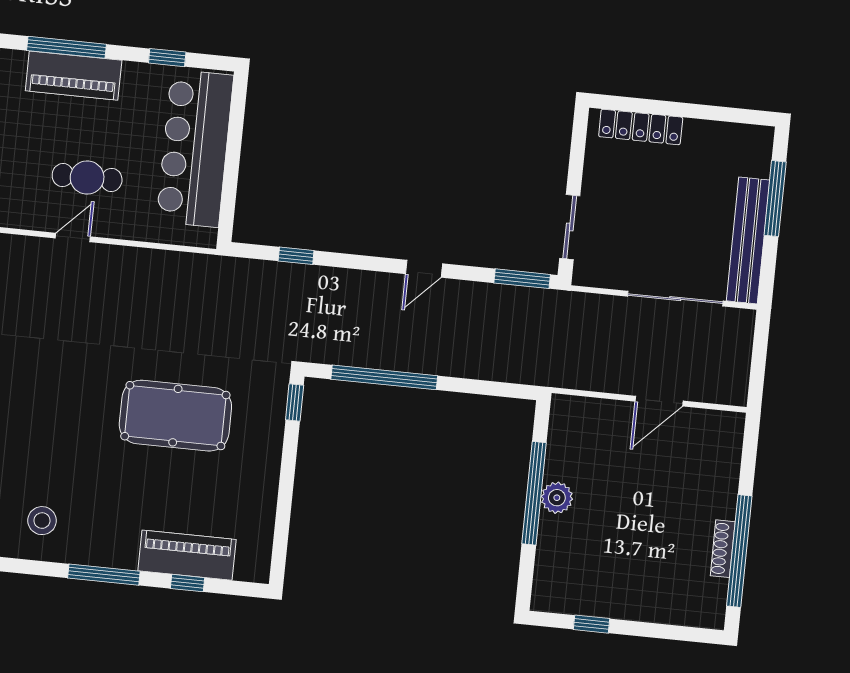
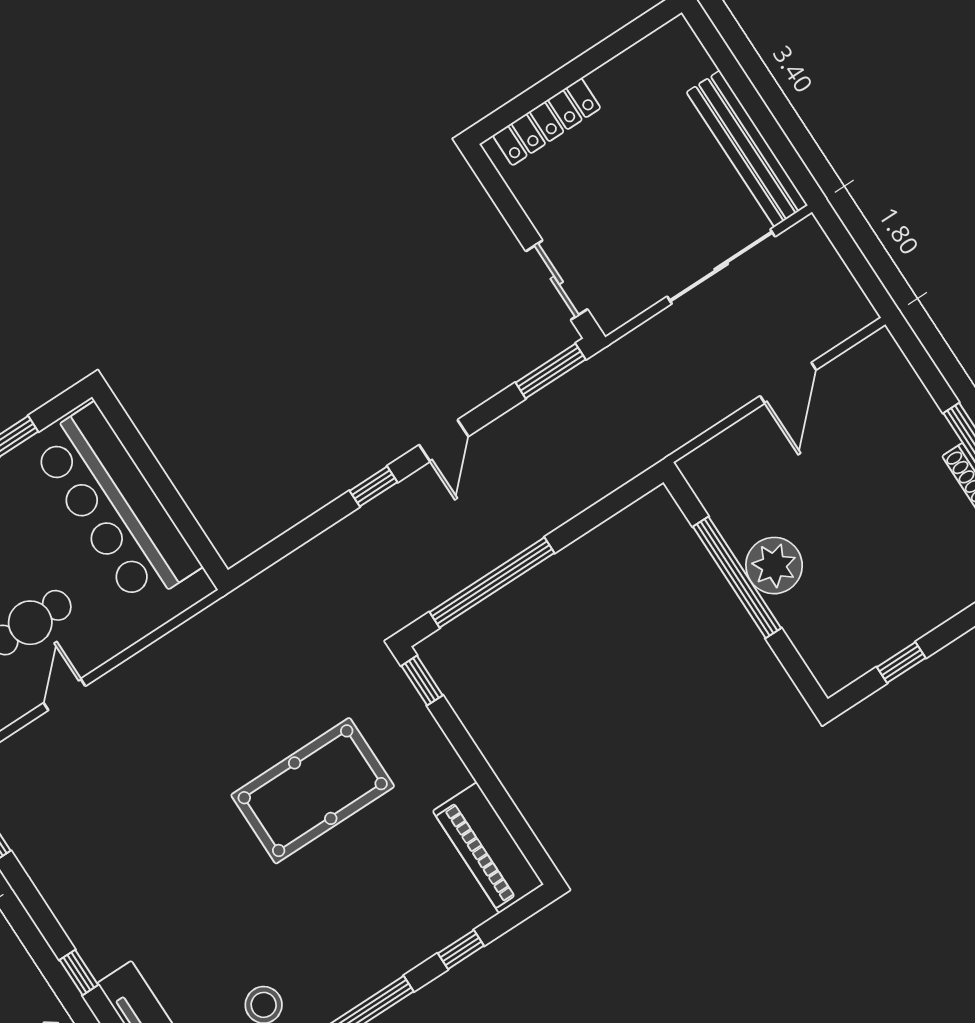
window: (775, 199) -> (740, 85), removed
window: (296, 256) -> (373, 486), moved
plant: (557, 498) -> (774, 566), width x1.36, depth x1.36
piano: (187, 555) -> (488, 848), moved, turned -90

